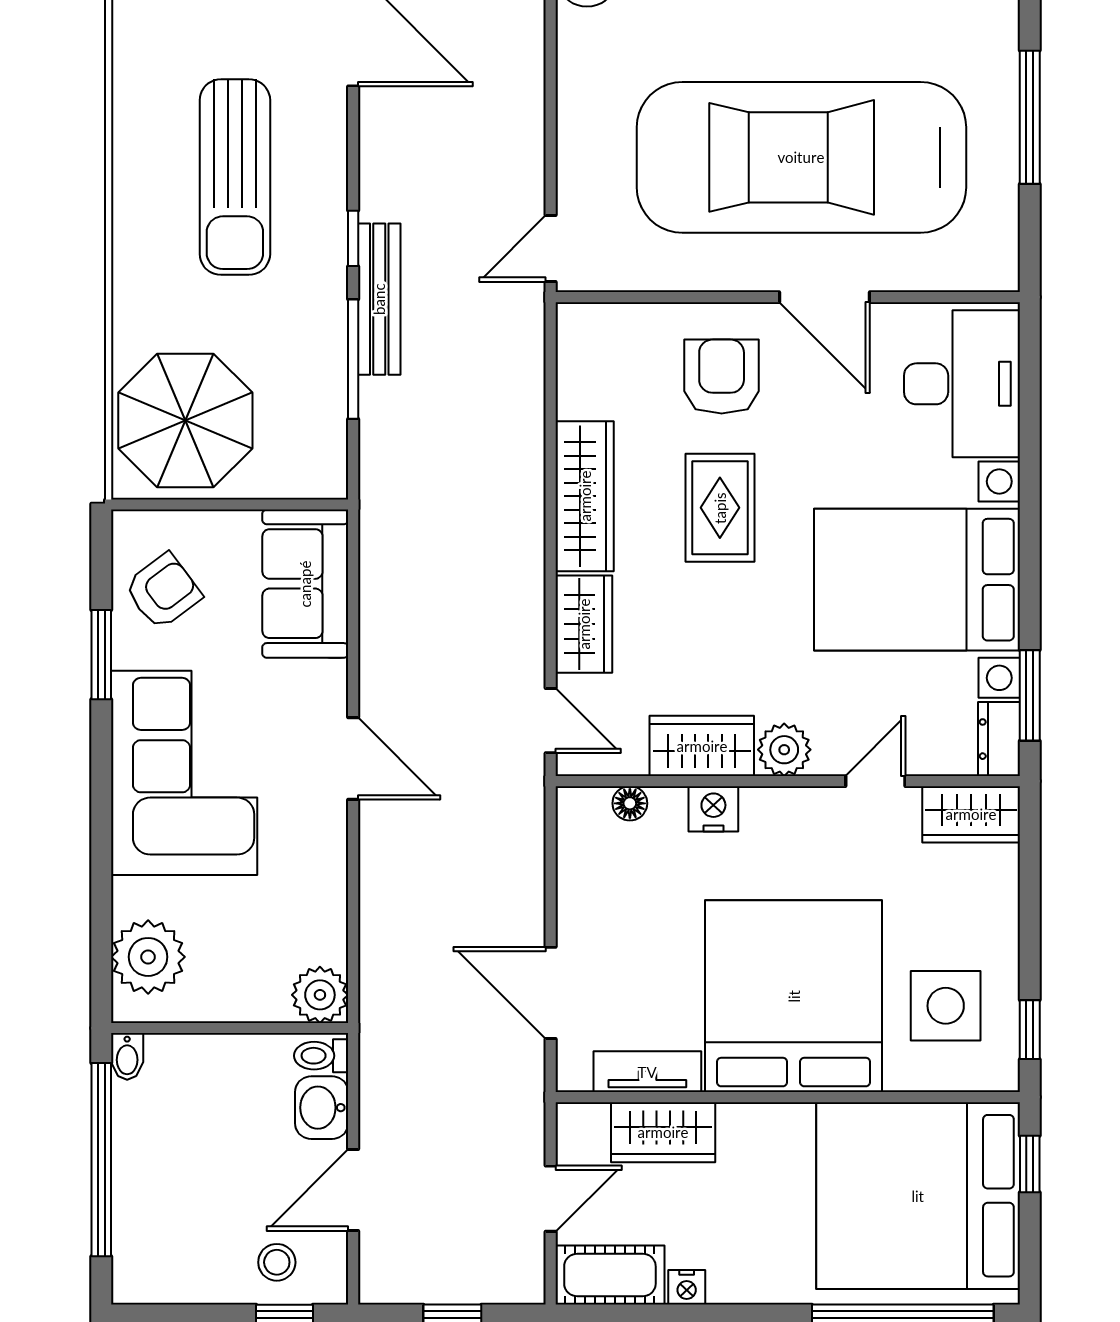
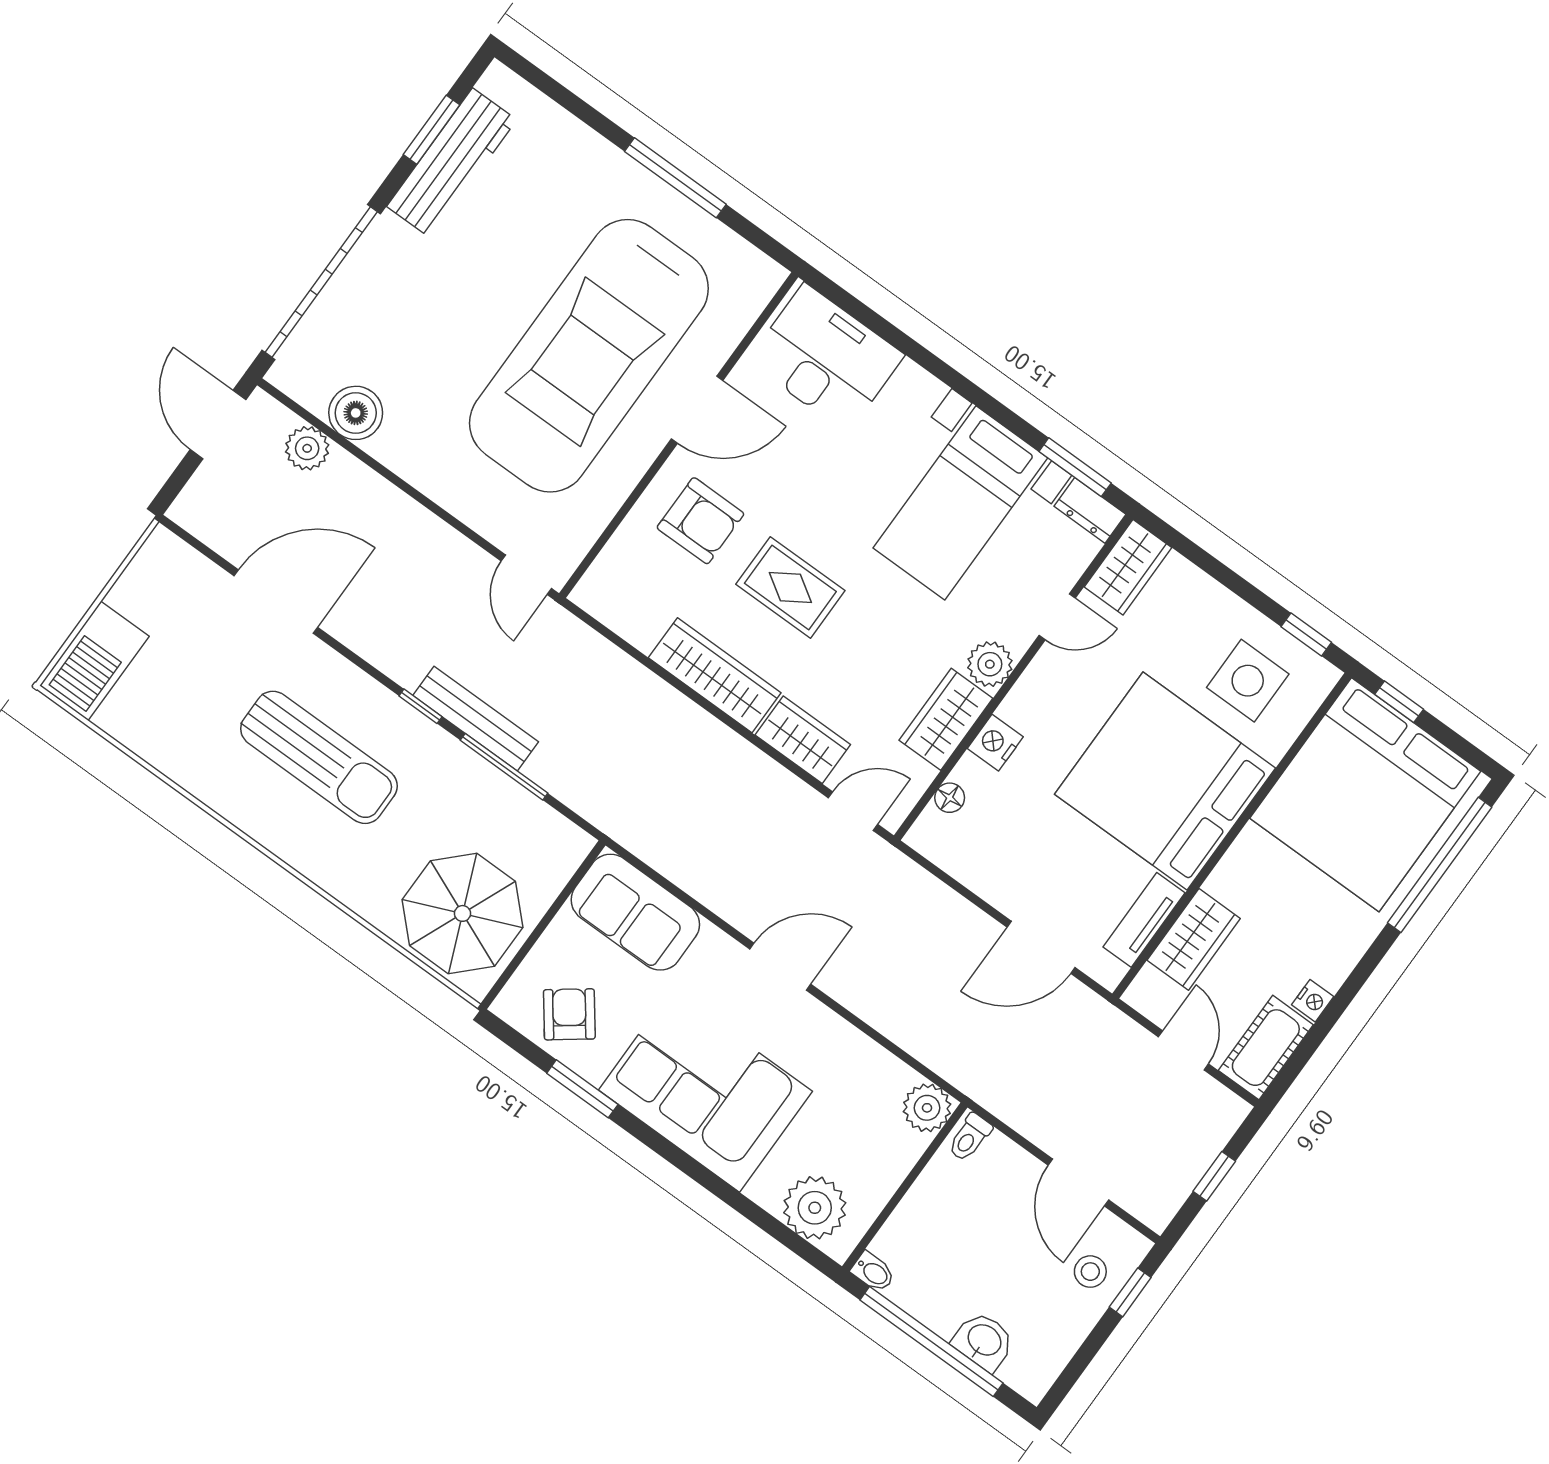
armchair: (722, 377) -> (700, 521), turned 180
bed with nightstands: (917, 580) -> (960, 503), width x0.73
door: (875, 781) -> (1057, 617), swing flipped
washbasin: (322, 1108) -> (984, 1341), moved, turned 180

